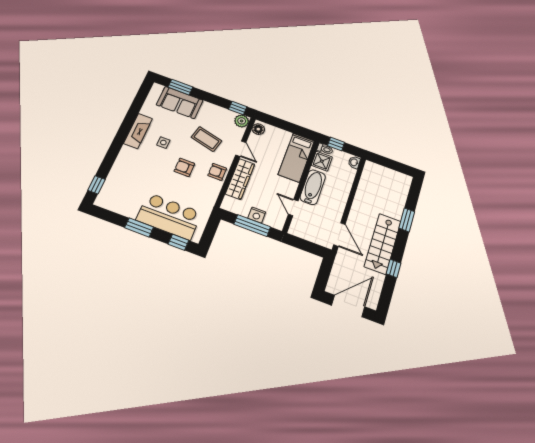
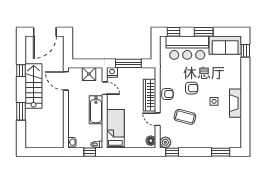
sofa: (180, 103) -> (225, 45), moved, turned 180
shower: (322, 161) -> (89, 74), moved
nightstand: (257, 215) -> (112, 72), moved

